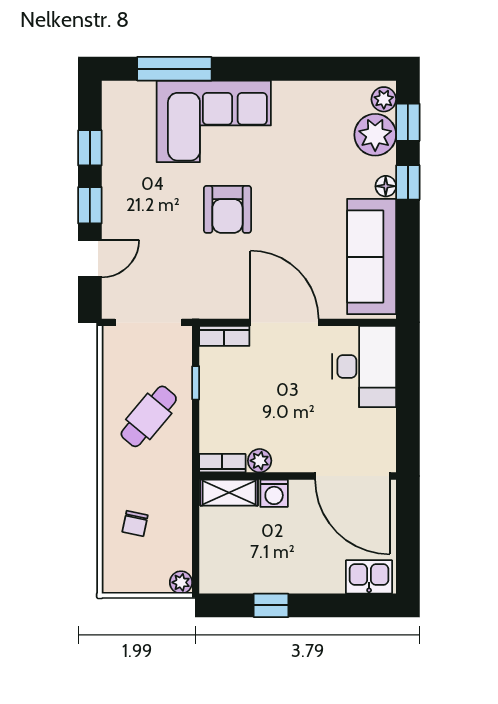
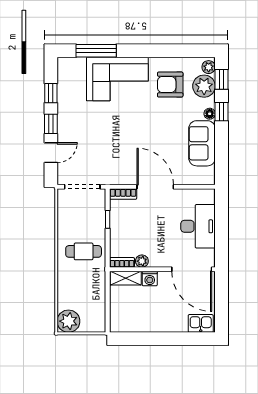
armchair: (227, 209) -> (170, 85), moved, turned 90
sofa: (372, 257) -> (202, 143), width x0.73
desk: (364, 366) -> (198, 226), moved
cafe table: (149, 416) -> (84, 251), moved, turned 50
chair: (135, 523) -> (75, 295), removed
plant: (181, 582) -> (68, 321), moved, width x1.87, depth x1.87
window: (271, 605) -> (148, 339), removed

